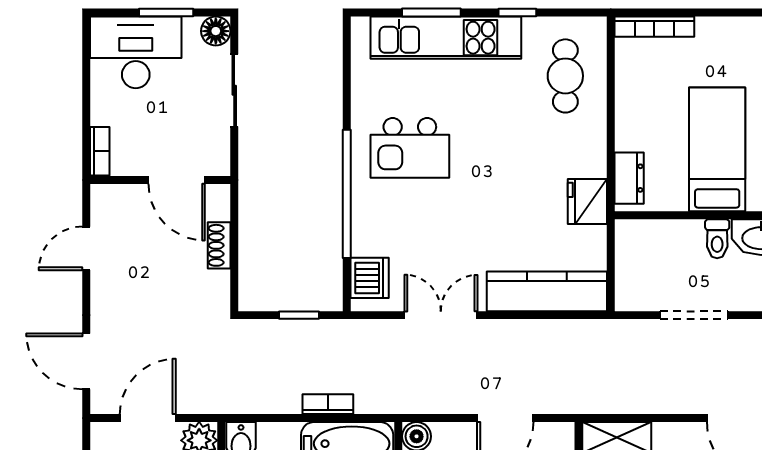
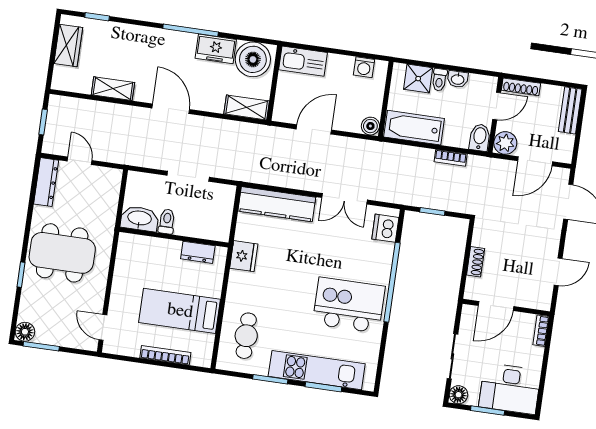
window: (517, 13) -> (270, 379), width x1.50
bookcase: (654, 27) -> (165, 355), moved
kitchen island: (410, 148) -> (349, 305), width x1.37, depth x1.28
bed: (717, 149) -> (180, 311), moved, turned 90
dresser: (629, 178) -> (198, 252), moved, turned -90
door: (177, 180) -> (496, 306), swing flipped
bookcase: (328, 404) -> (451, 158), moved

